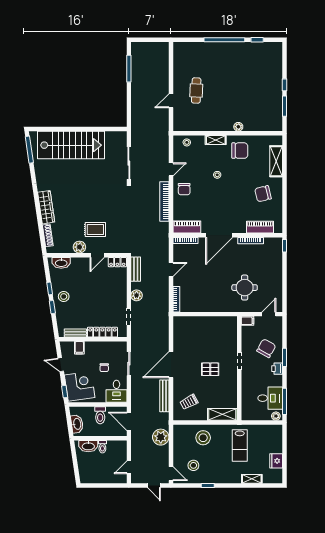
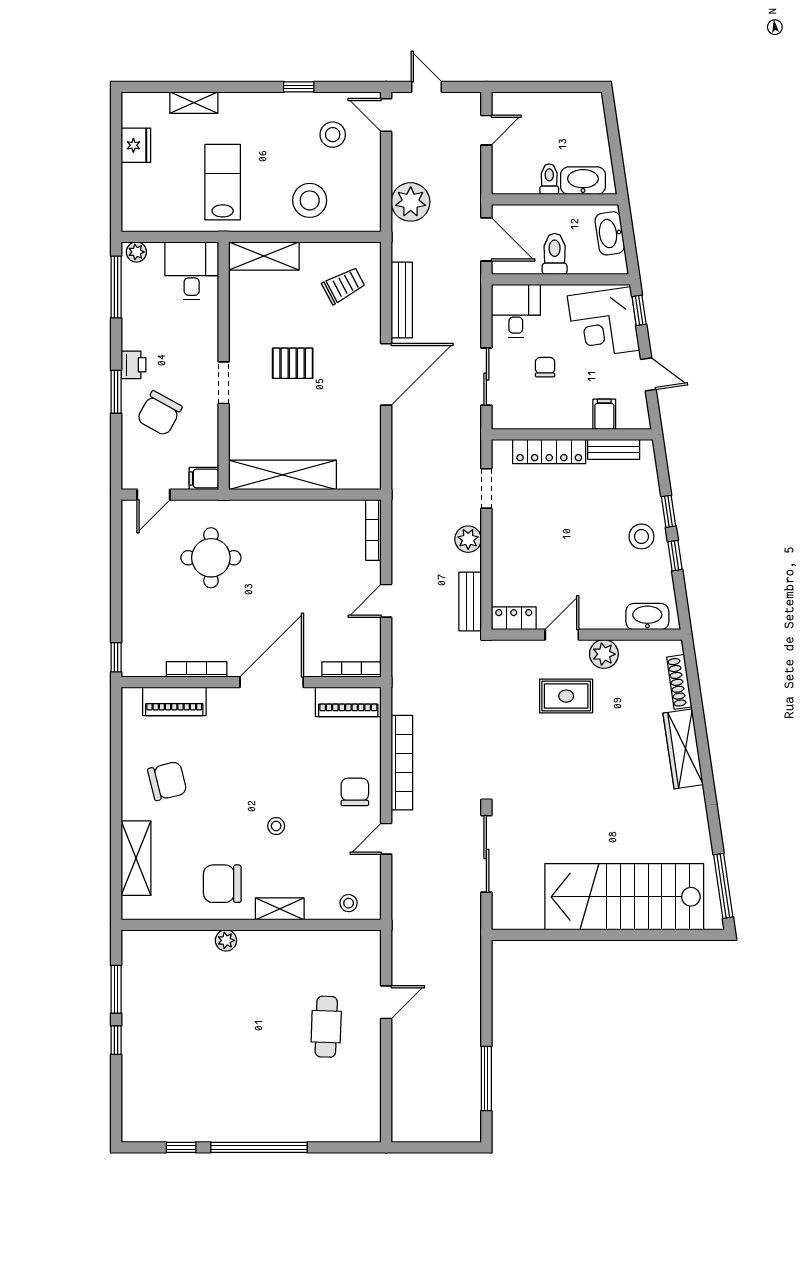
shelving: (215, 322) -> (282, 475), added
desk: (270, 398) -> (192, 271), moved, turned 90

